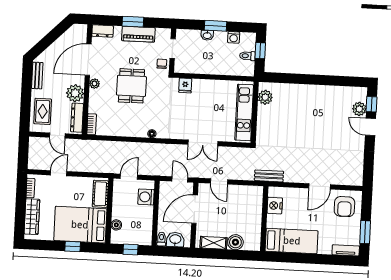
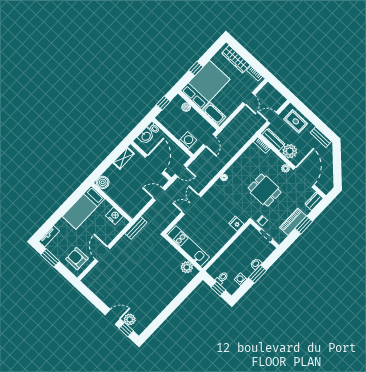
boiler: (235, 242) -> (103, 182), moved

